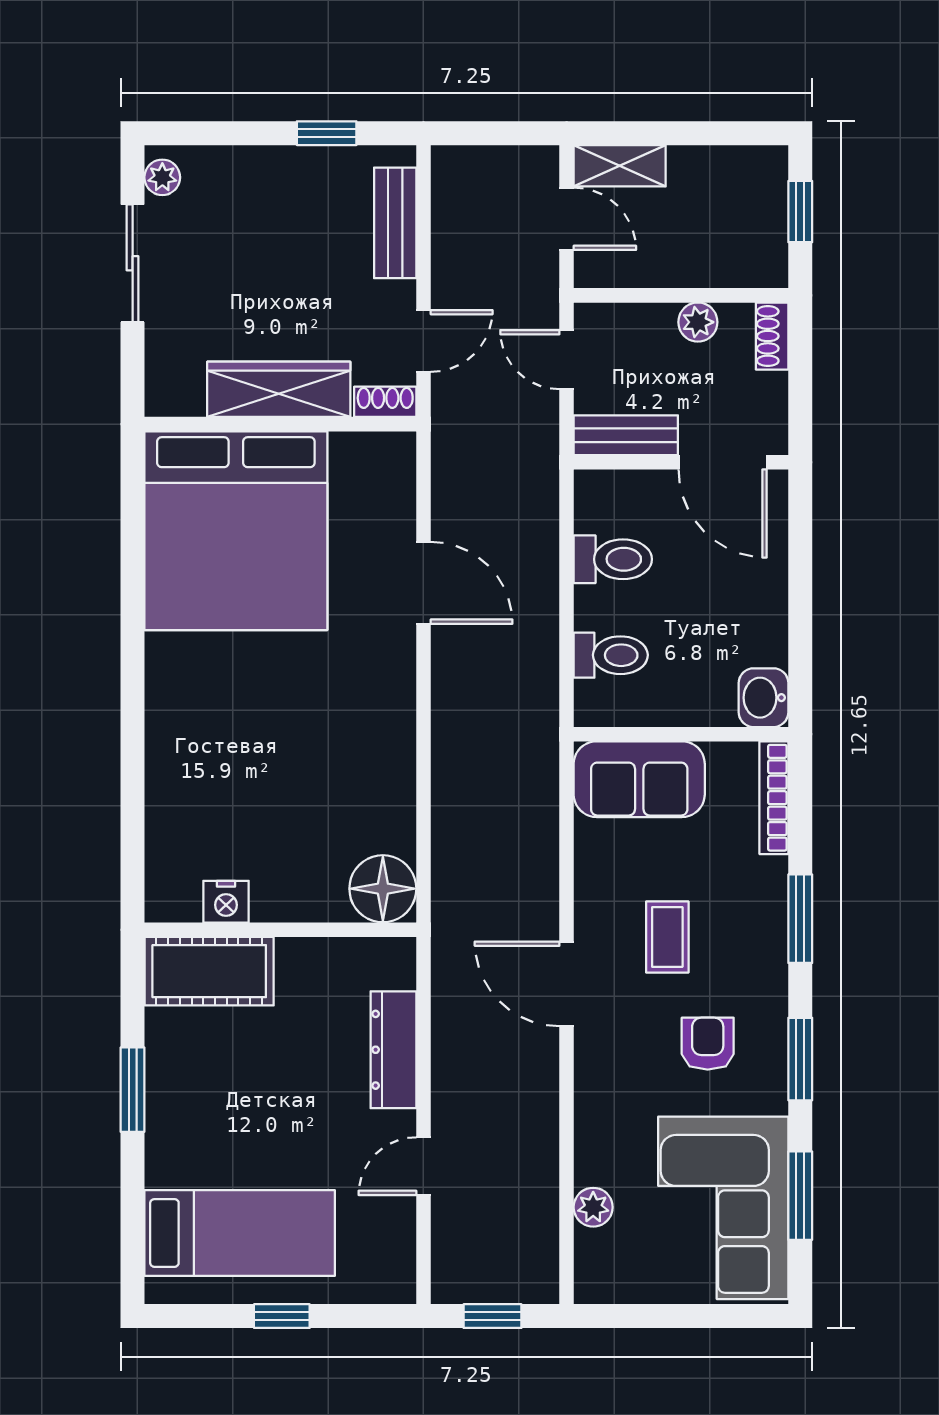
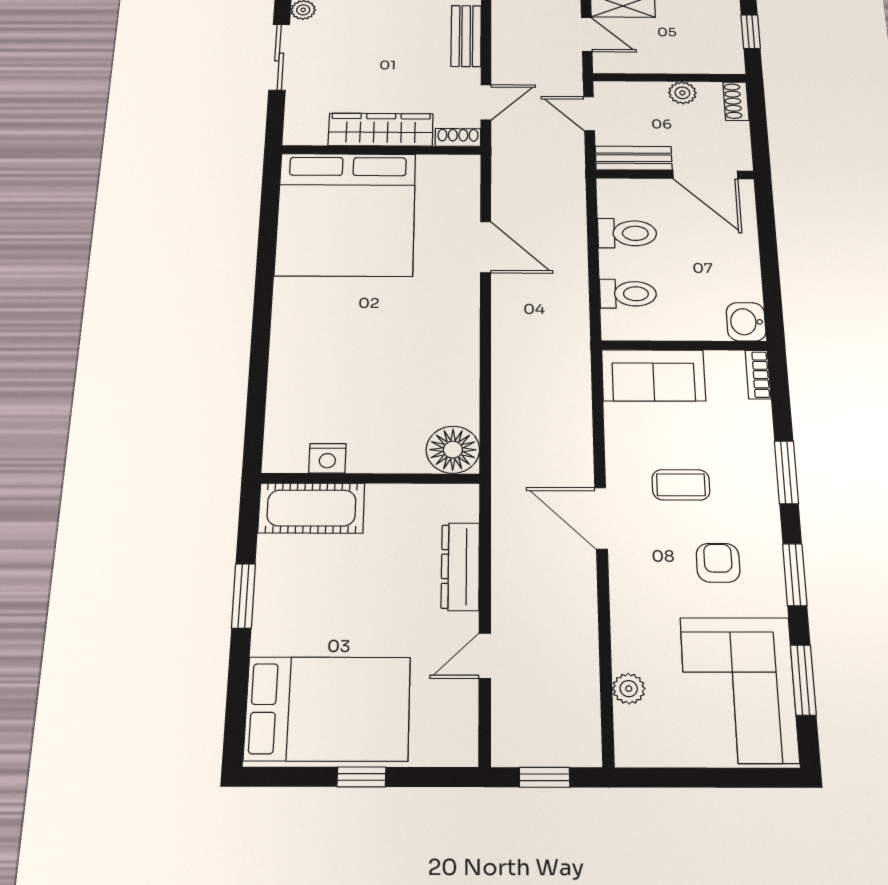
bookcase: (774, 798) -> (758, 375), width x0.64
coffee table: (667, 937) -> (681, 485), turned 90
bed: (240, 1233) -> (328, 709), width x1.50

